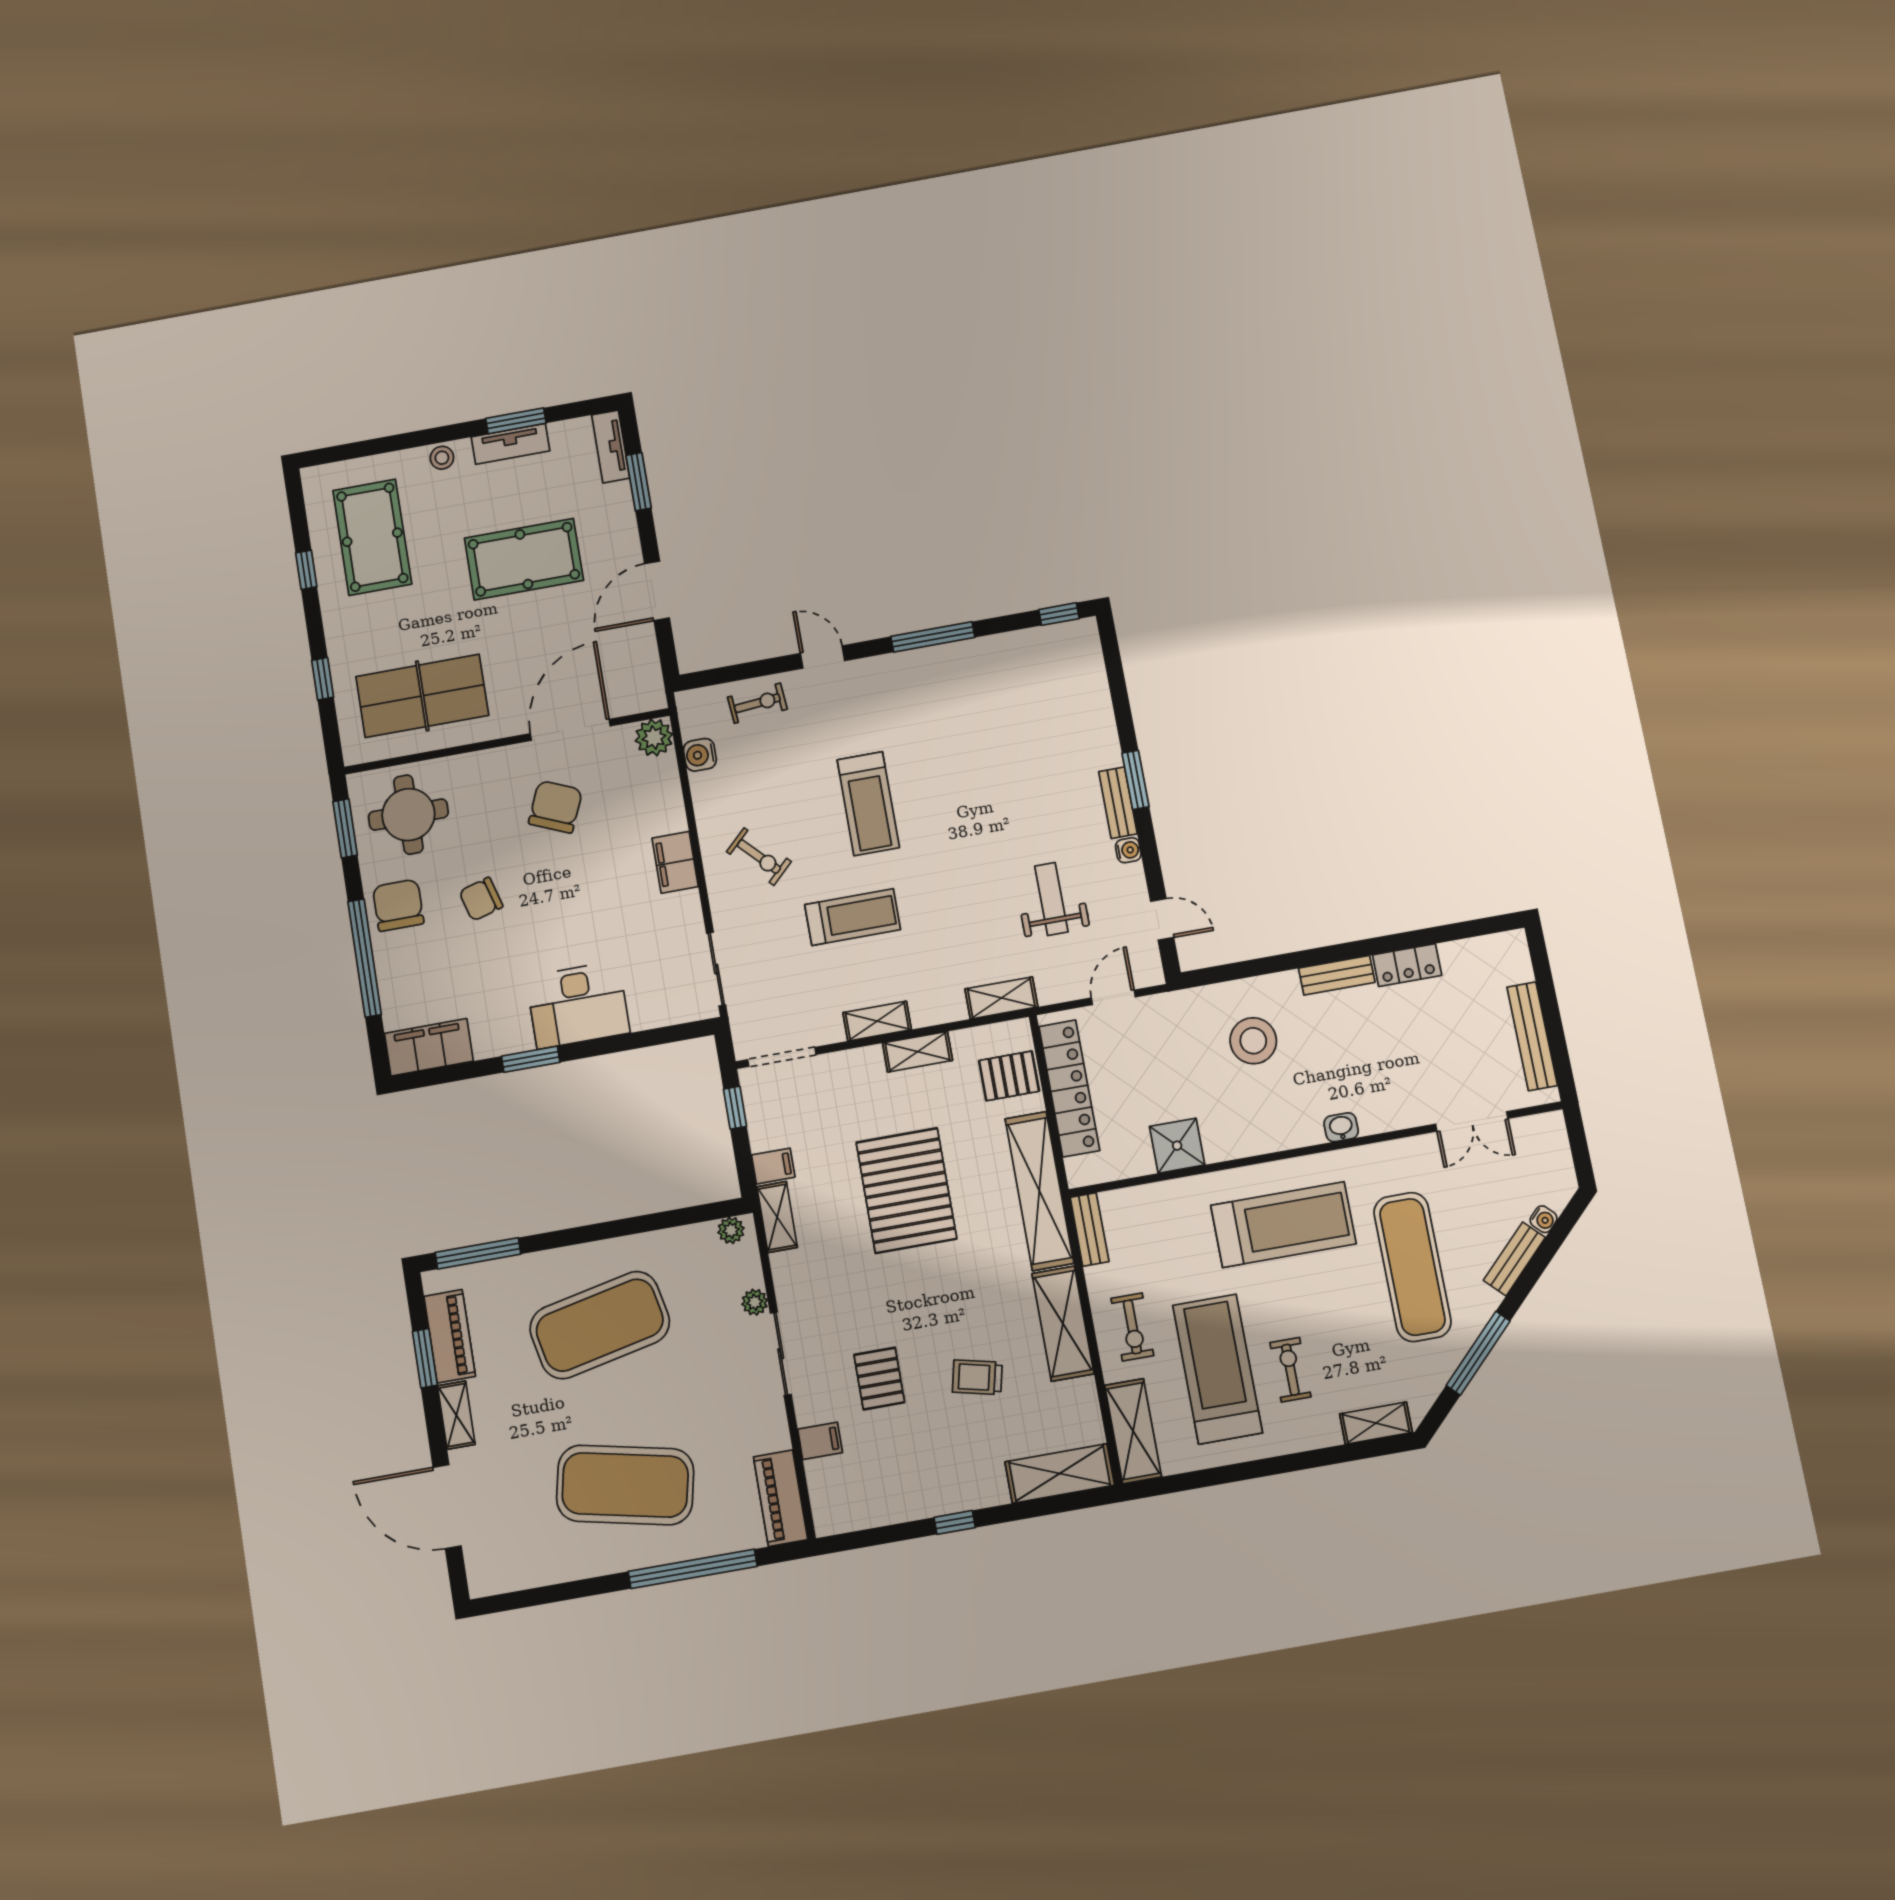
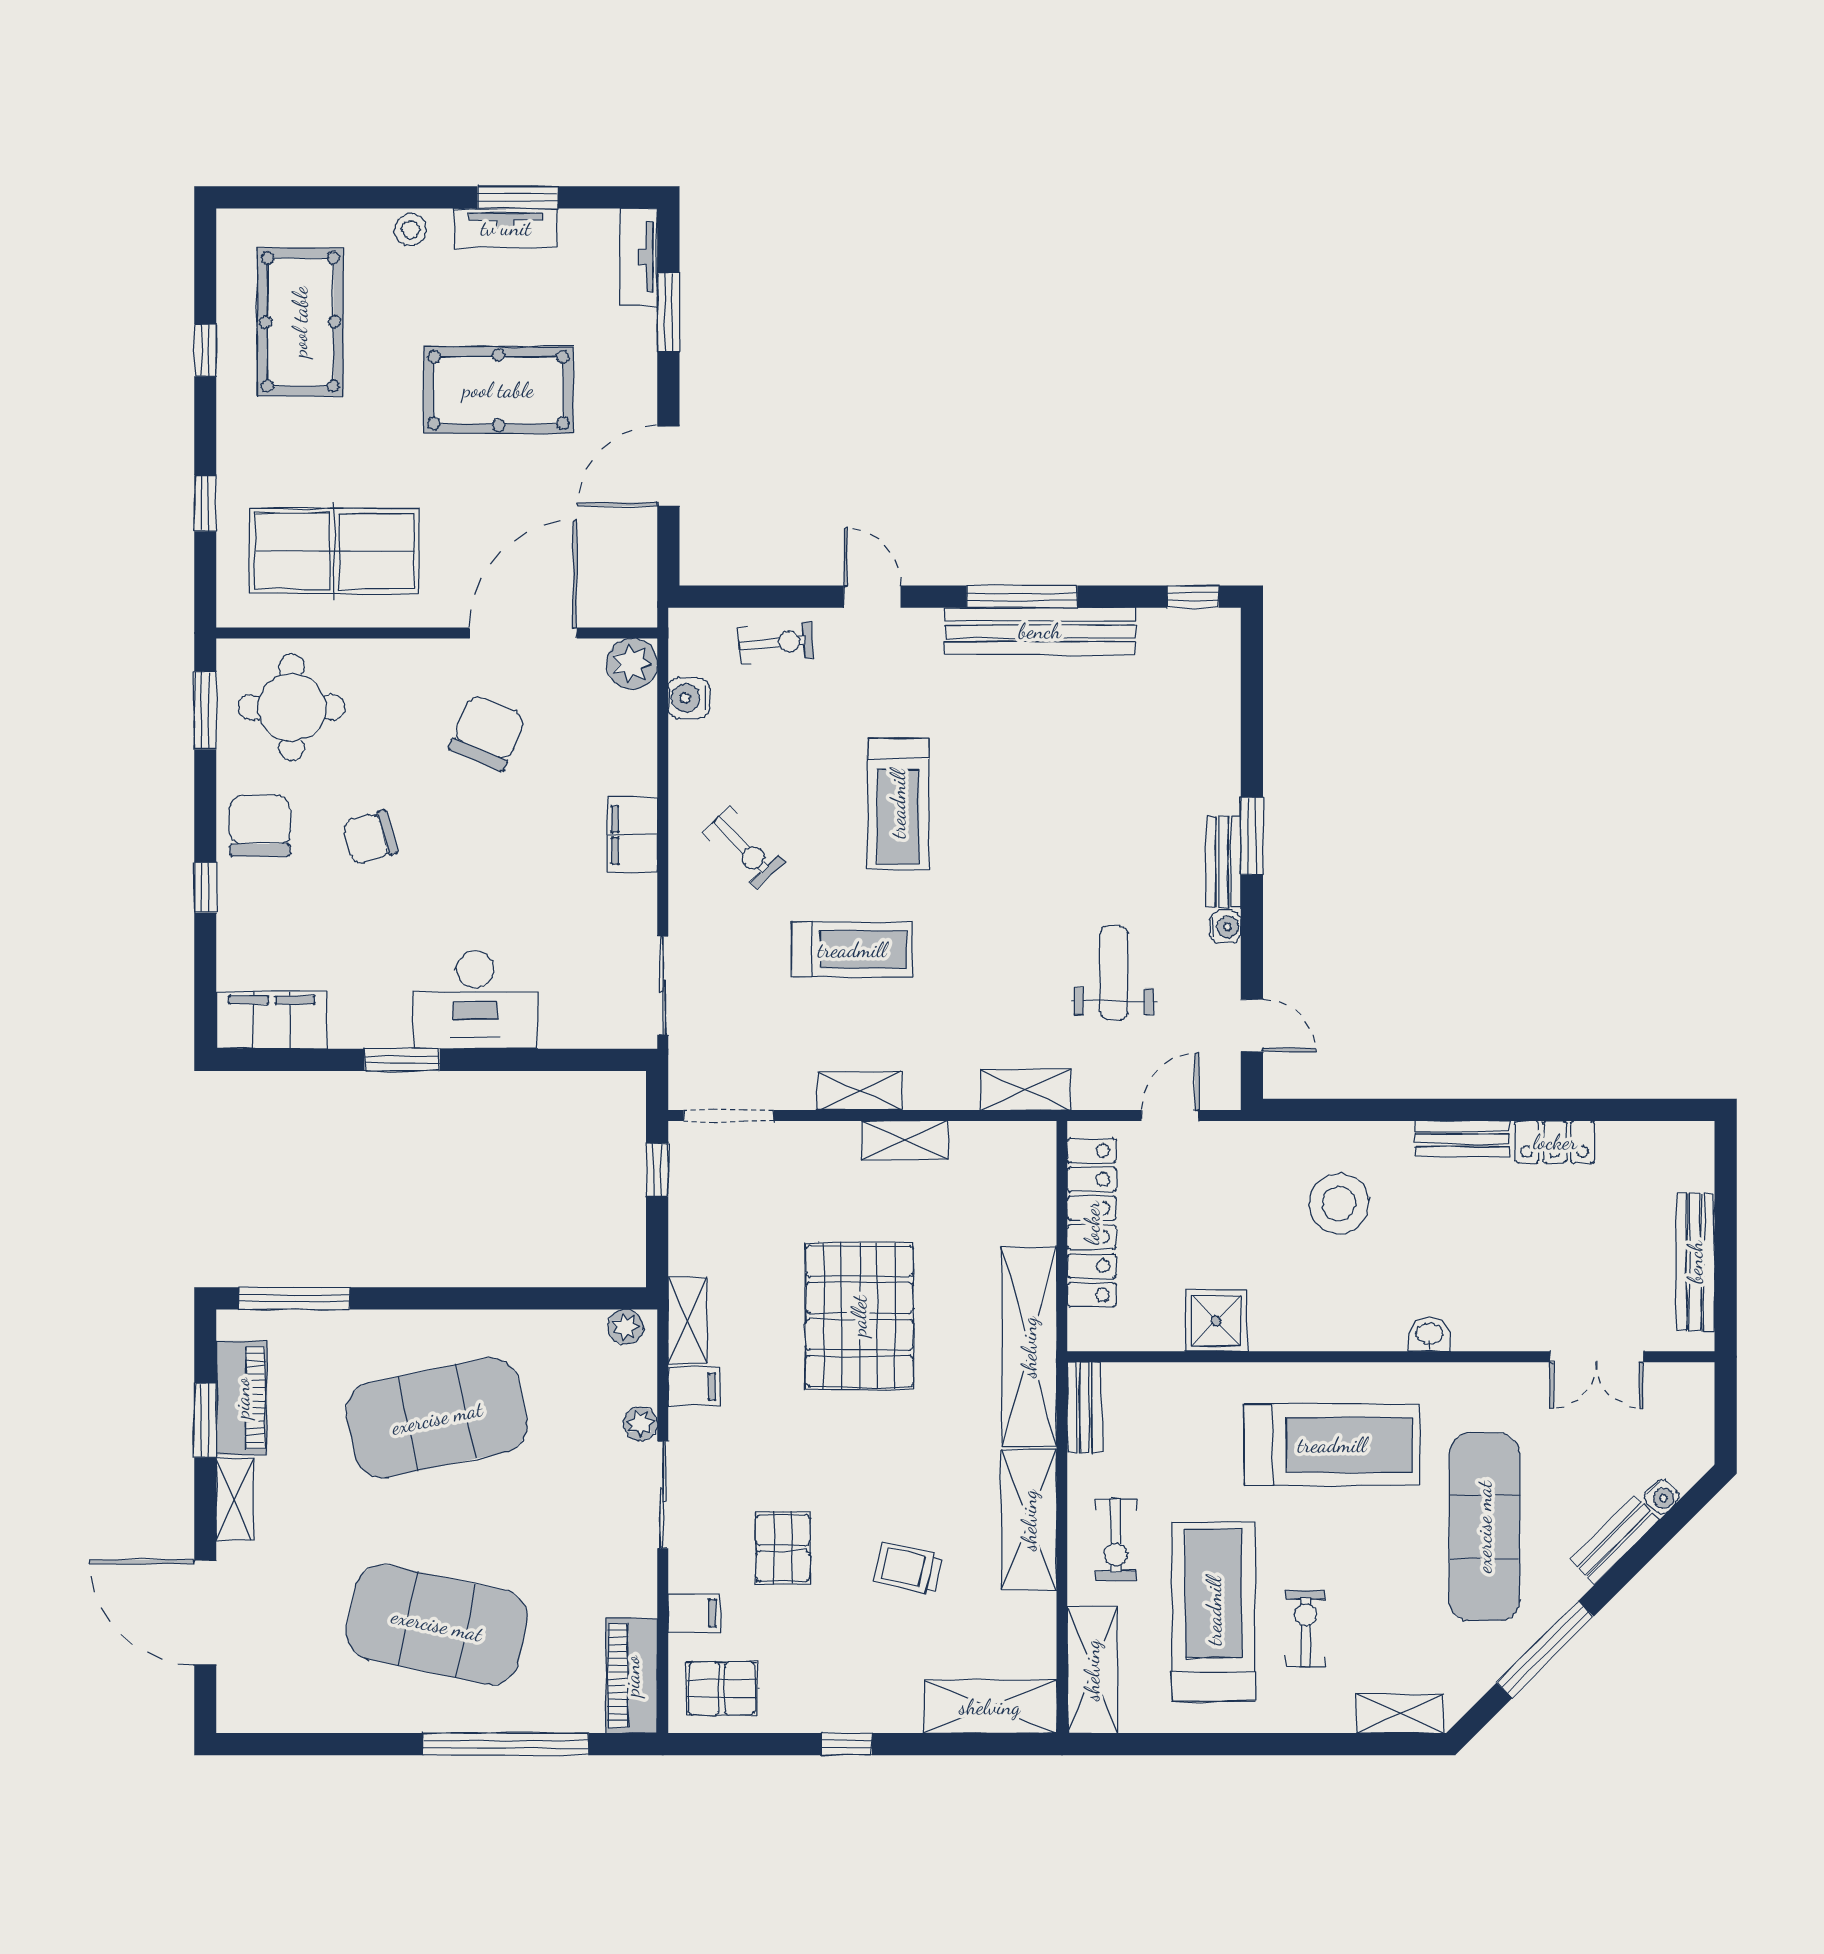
bench: (951, 660) -> (1040, 631), added
window: (365, 958) -> (205, 887), width x0.32
pallet: (1009, 1076) -> (722, 1689), moved
filing cabinet: (773, 1166) -> (694, 1387), moved

